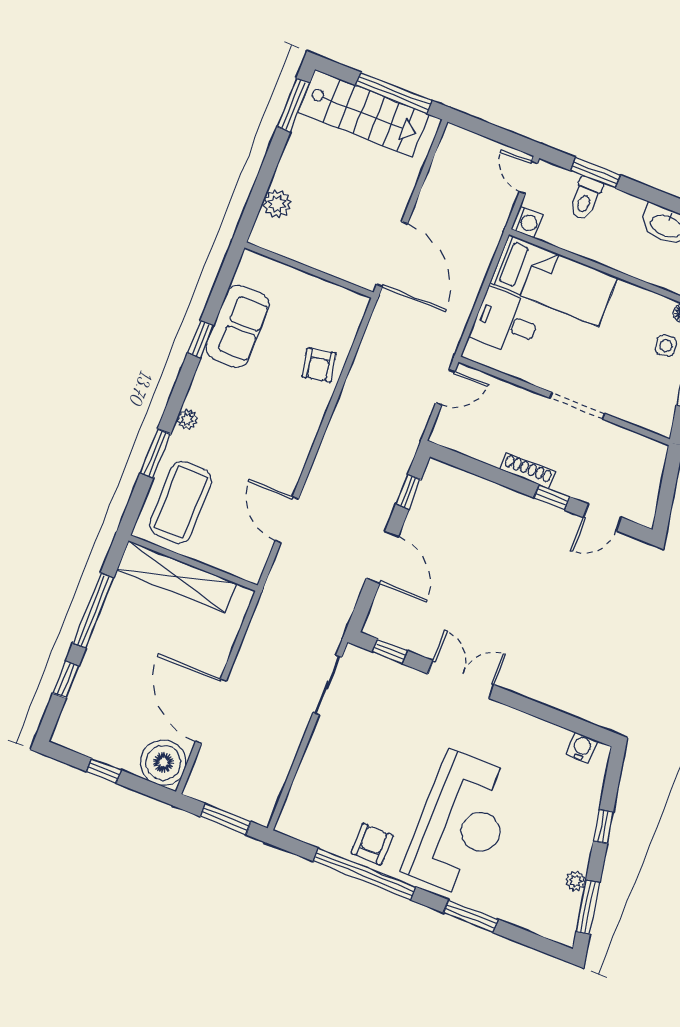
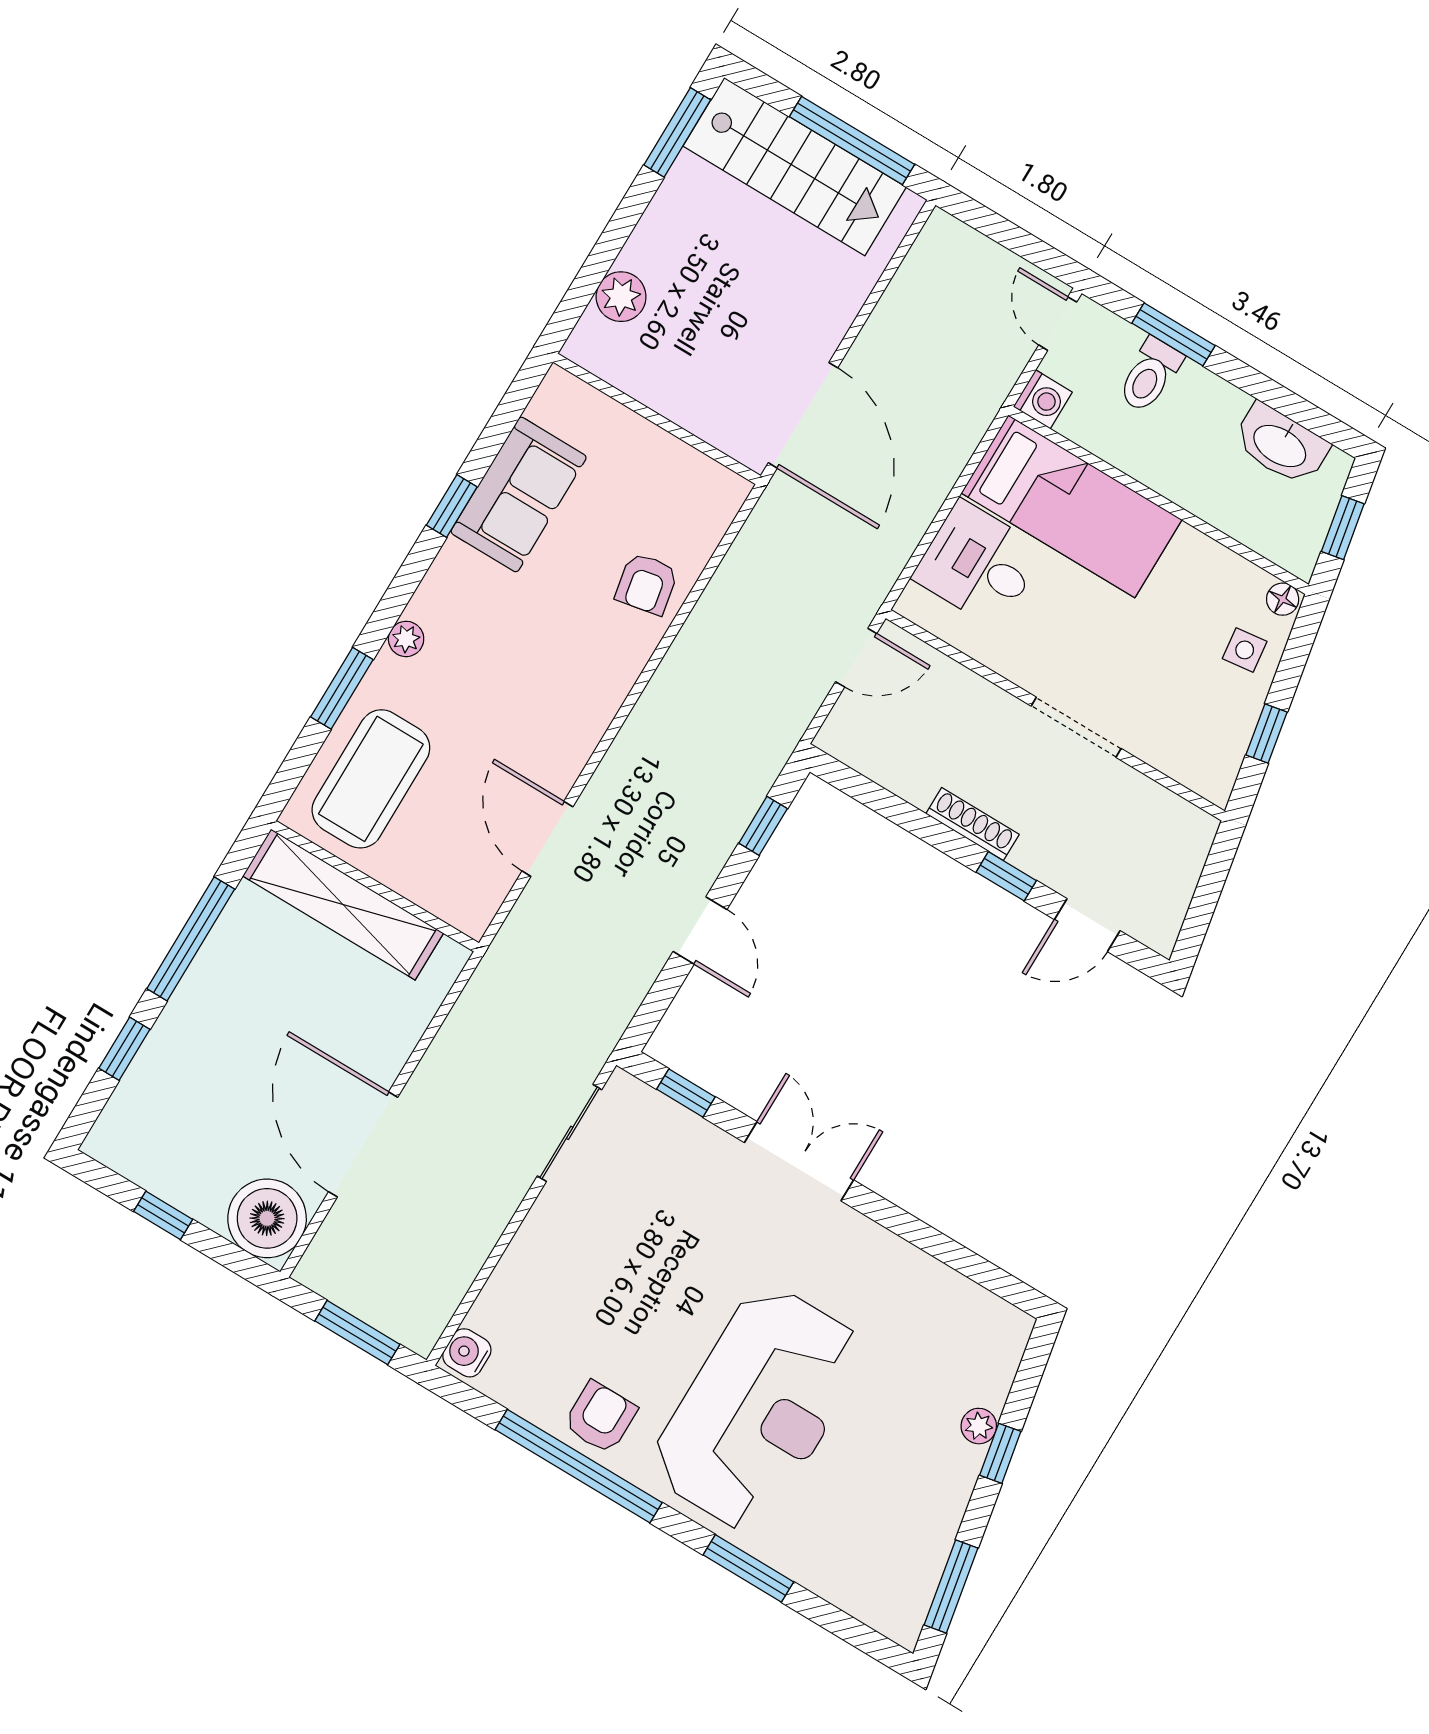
door: (382, 557) -> (700, 930), width x0.73
water cooler: (582, 748) -> (467, 1353), moved, turned -90
plant: (575, 881) -> (979, 1426), moved

